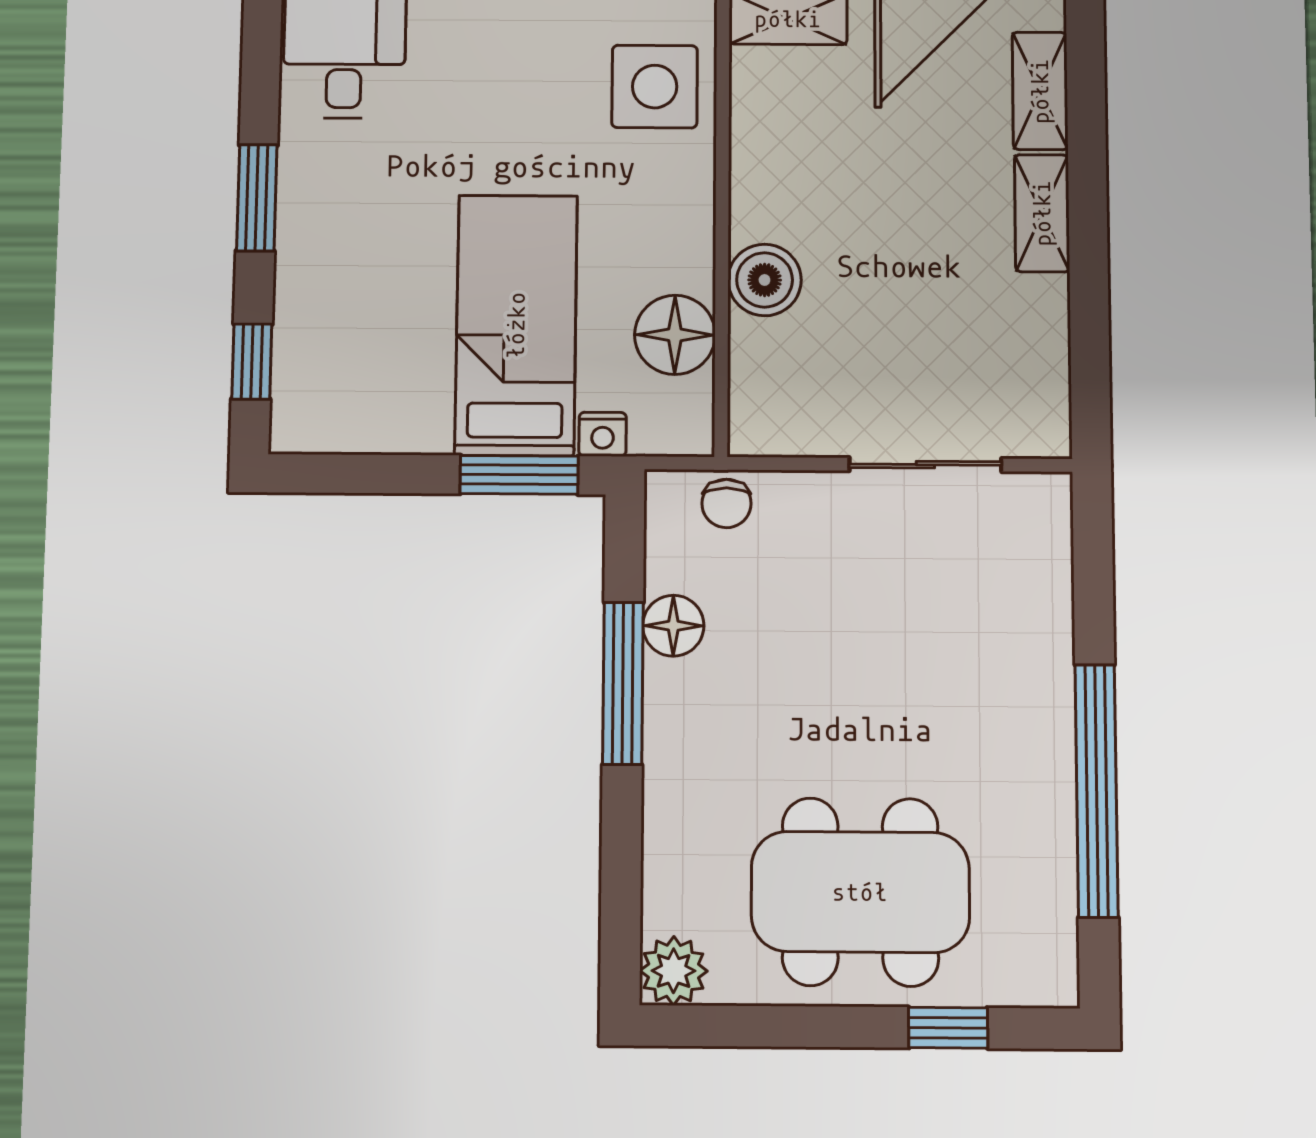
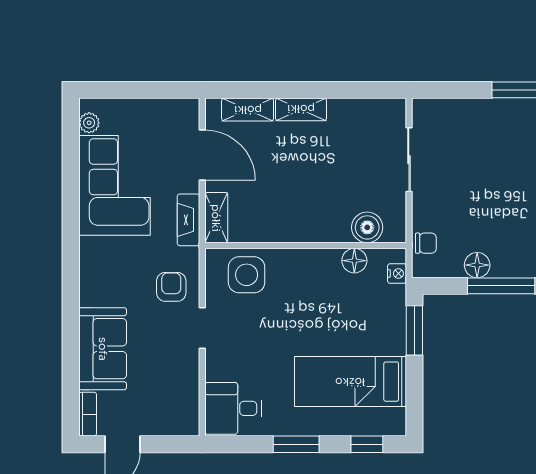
boiler: (765, 280) -> (367, 227), moved
bed: (516, 325) -> (350, 382), moved
floor lamp: (675, 335) -> (354, 261), width x0.73, depth x0.73
nightstand: (603, 434) -> (397, 274), moved

